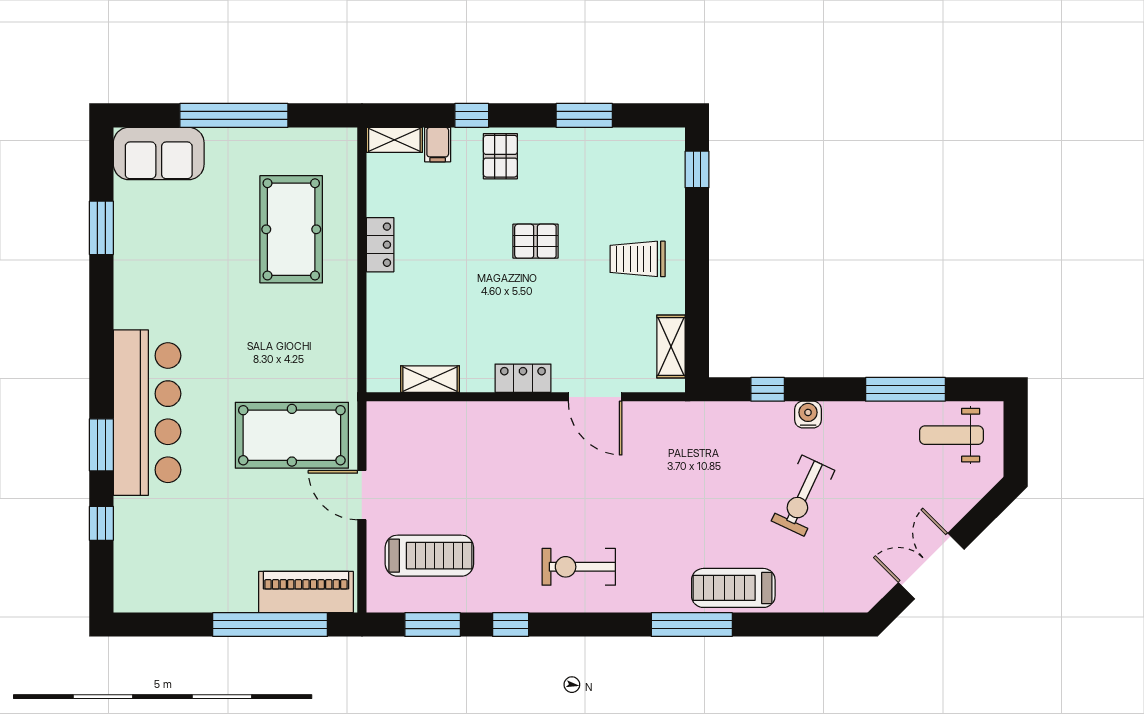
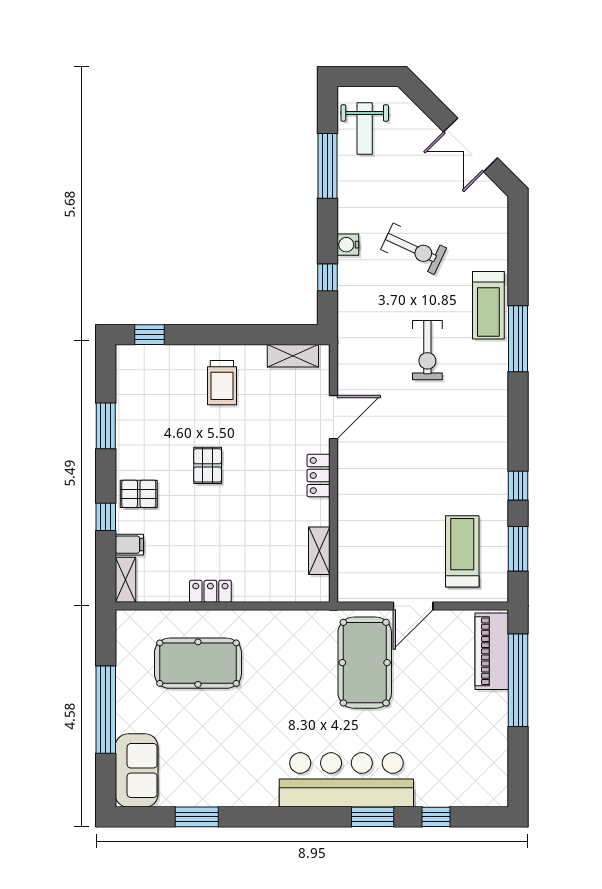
exercise bike: (579, 567) -> (427, 350), moved

